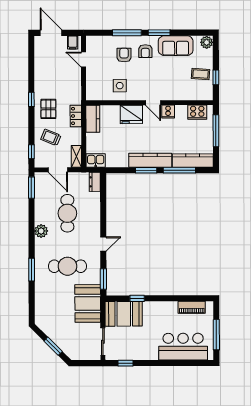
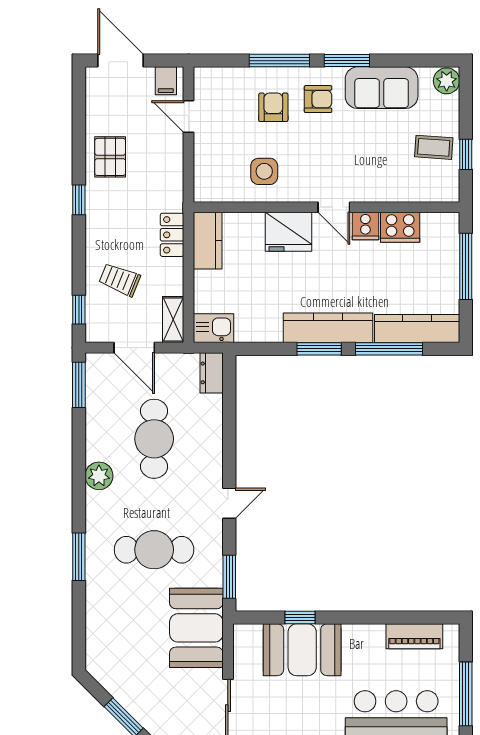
armchair: (145, 51) -> (318, 99), turned -90
pallet: (48, 109) -> (110, 157), moved
cooker: (197, 112) -> (400, 227), moved
booth: (124, 314) -> (302, 650), moved

